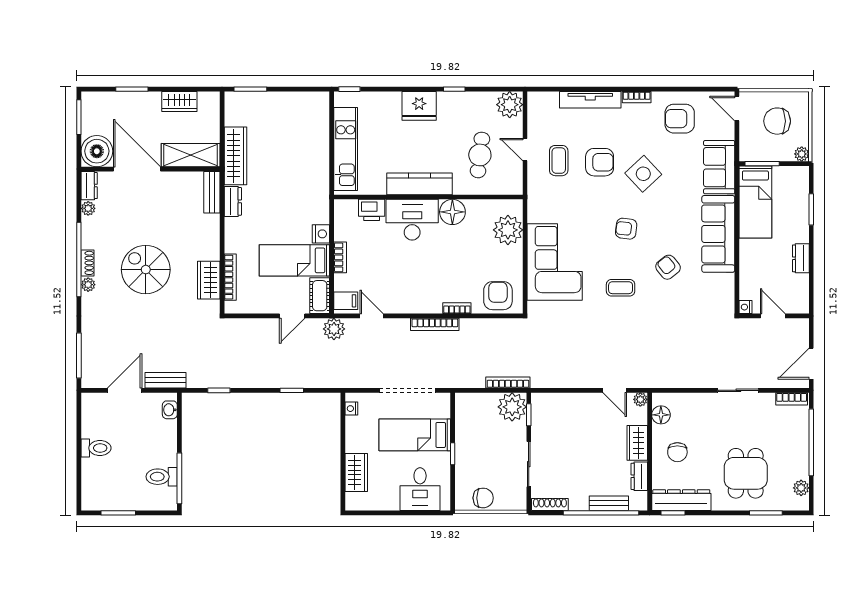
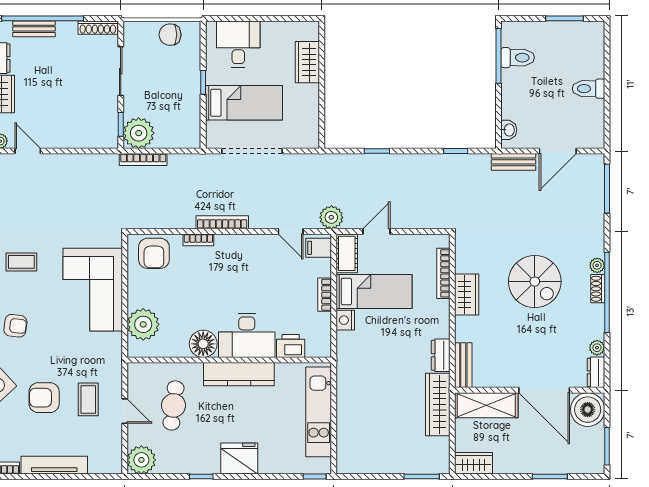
wardrobe: (179, 102) -> (474, 463), moved
wardrobe: (209, 280) -> (467, 295), moved
nightstand: (351, 409) -> (312, 131), removed

